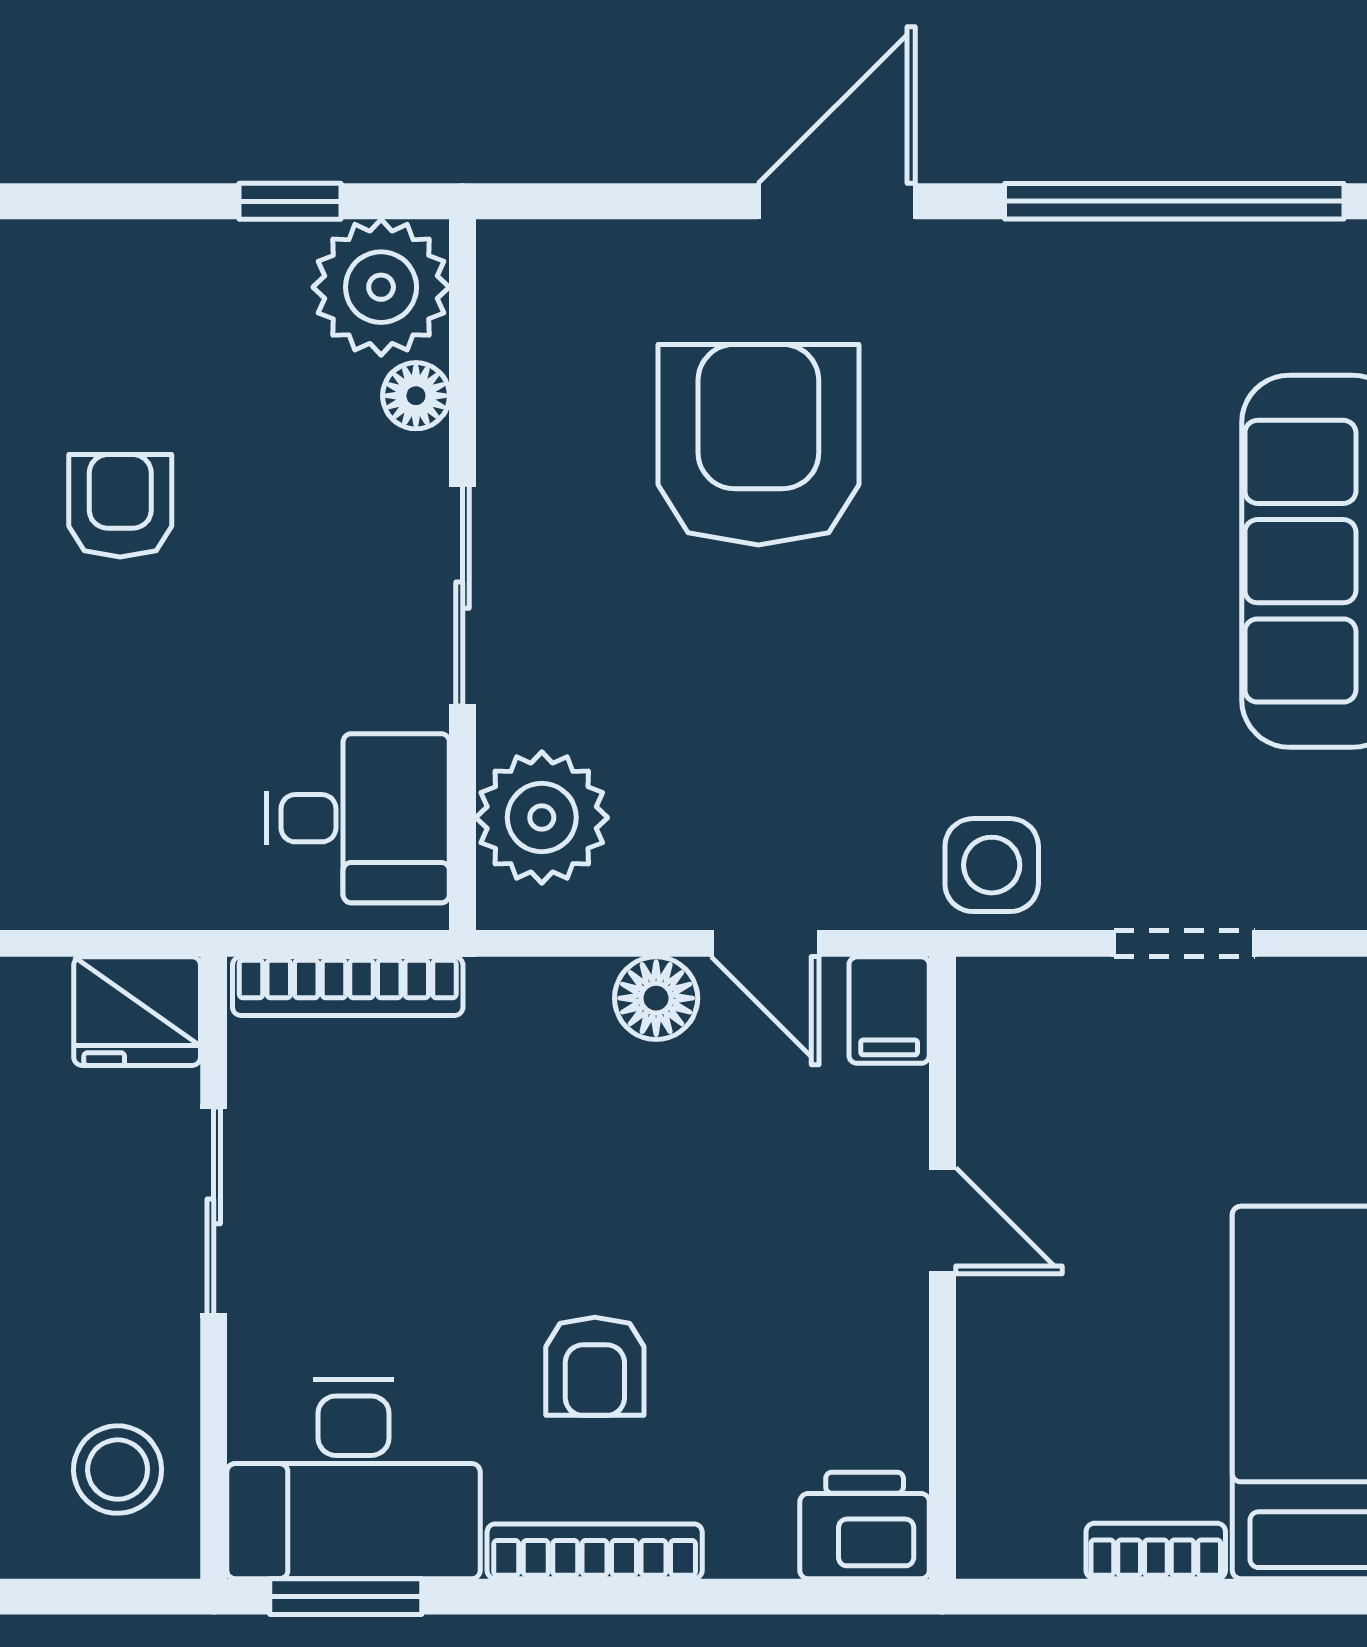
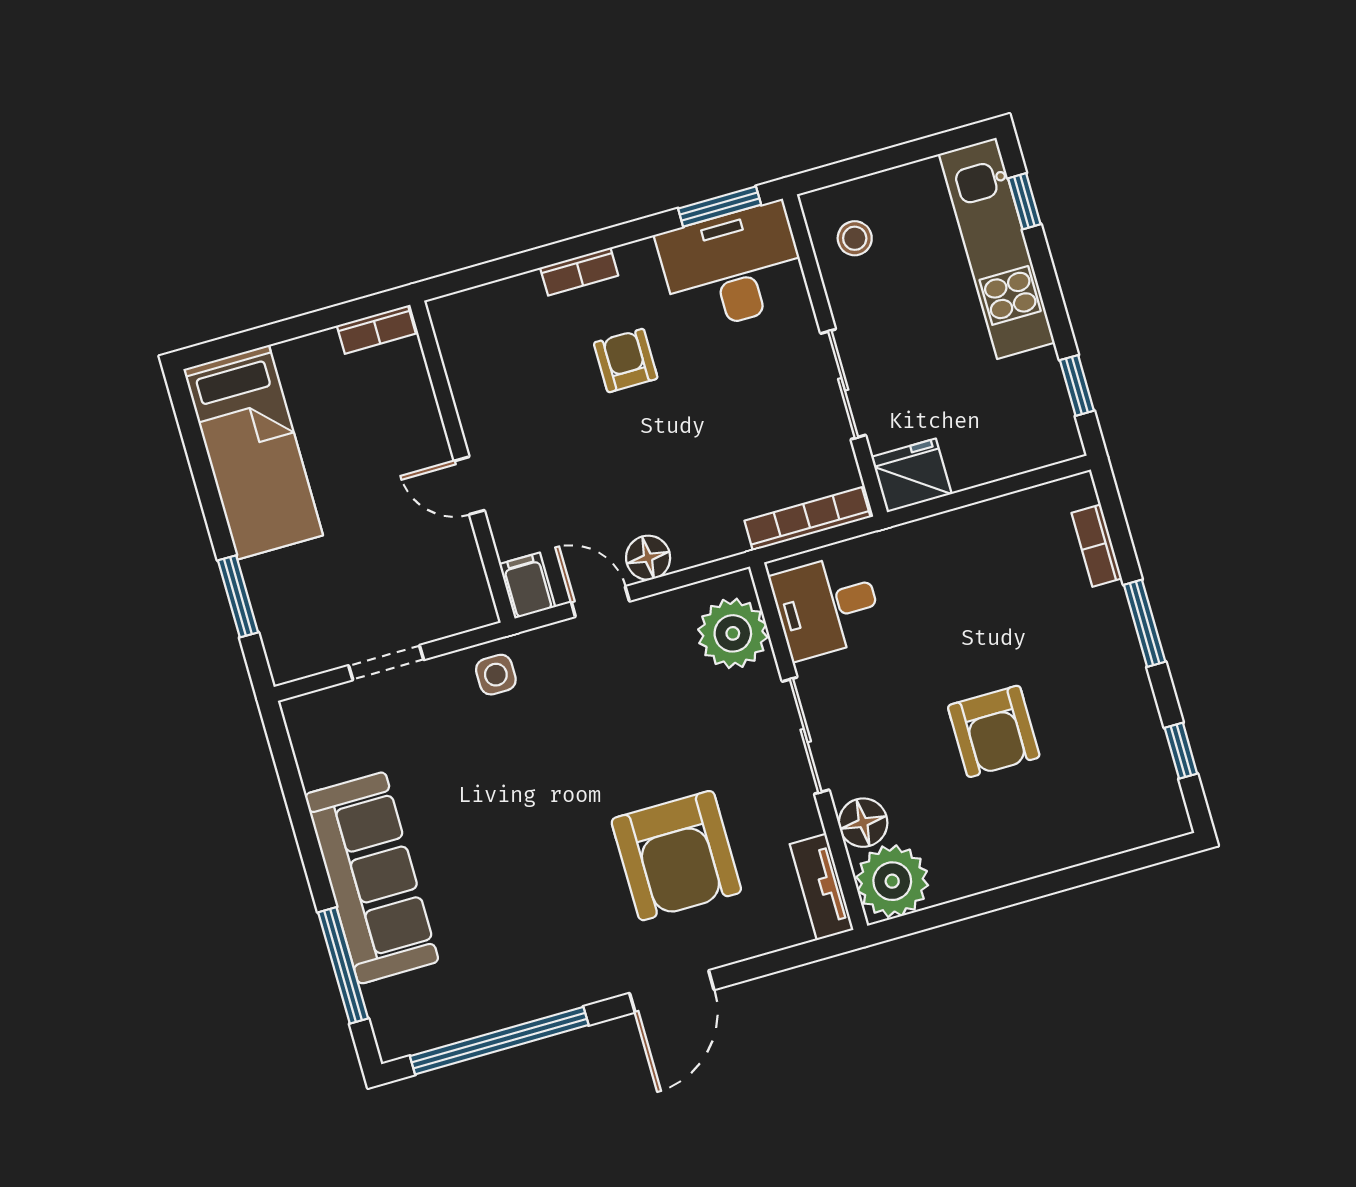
window: (290, 201) -> (951, 912), removed
tv unit: (512, 313) -> (822, 887), added
floor lamp: (416, 396) -> (863, 823), width x1.37, depth x1.37
armchair: (120, 506) -> (994, 731), width x1.38, depth x1.38
side table: (992, 865) -> (496, 675), width x0.73, depth x0.73
stool: (118, 1470) -> (855, 238), width x0.73, depth x0.73
printer: (865, 1525) -> (465, 318), removed
bookcase: (595, 1551) -> (579, 272), width x0.64
bookcase: (1156, 1551) -> (376, 330), moved

